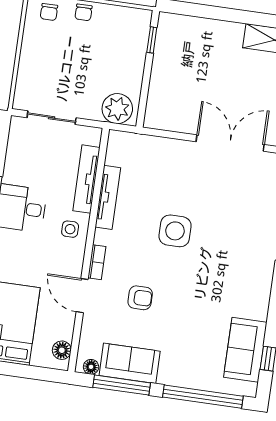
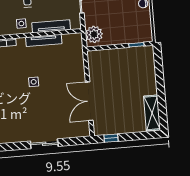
double door: (230, 143) -> (89, 101), swing flipped
side table: (175, 231) -> (34, 82), width x0.54, depth x0.54

